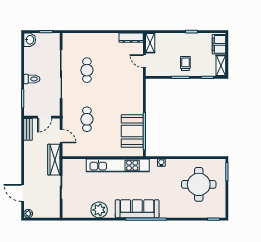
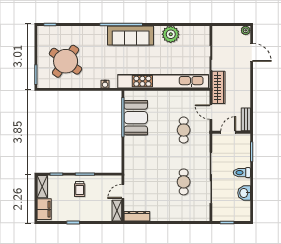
washbasin: (30, 40) -> (244, 193), moved
door: (144, 61) -> (123, 191), swing flipped
kitchen unit: (118, 165) -> (163, 81), width x1.36
round table: (199, 184) -> (66, 61), turned 36

